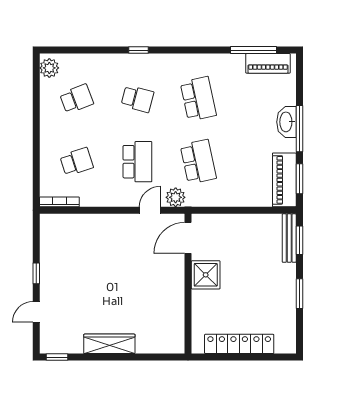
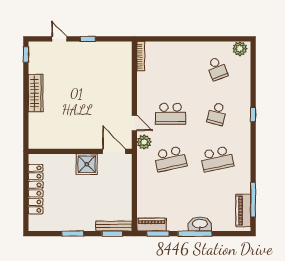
school desk: (77, 162) -> (170, 69), removed
piano: (284, 180) -> (152, 225), width x0.73, depth x0.75

